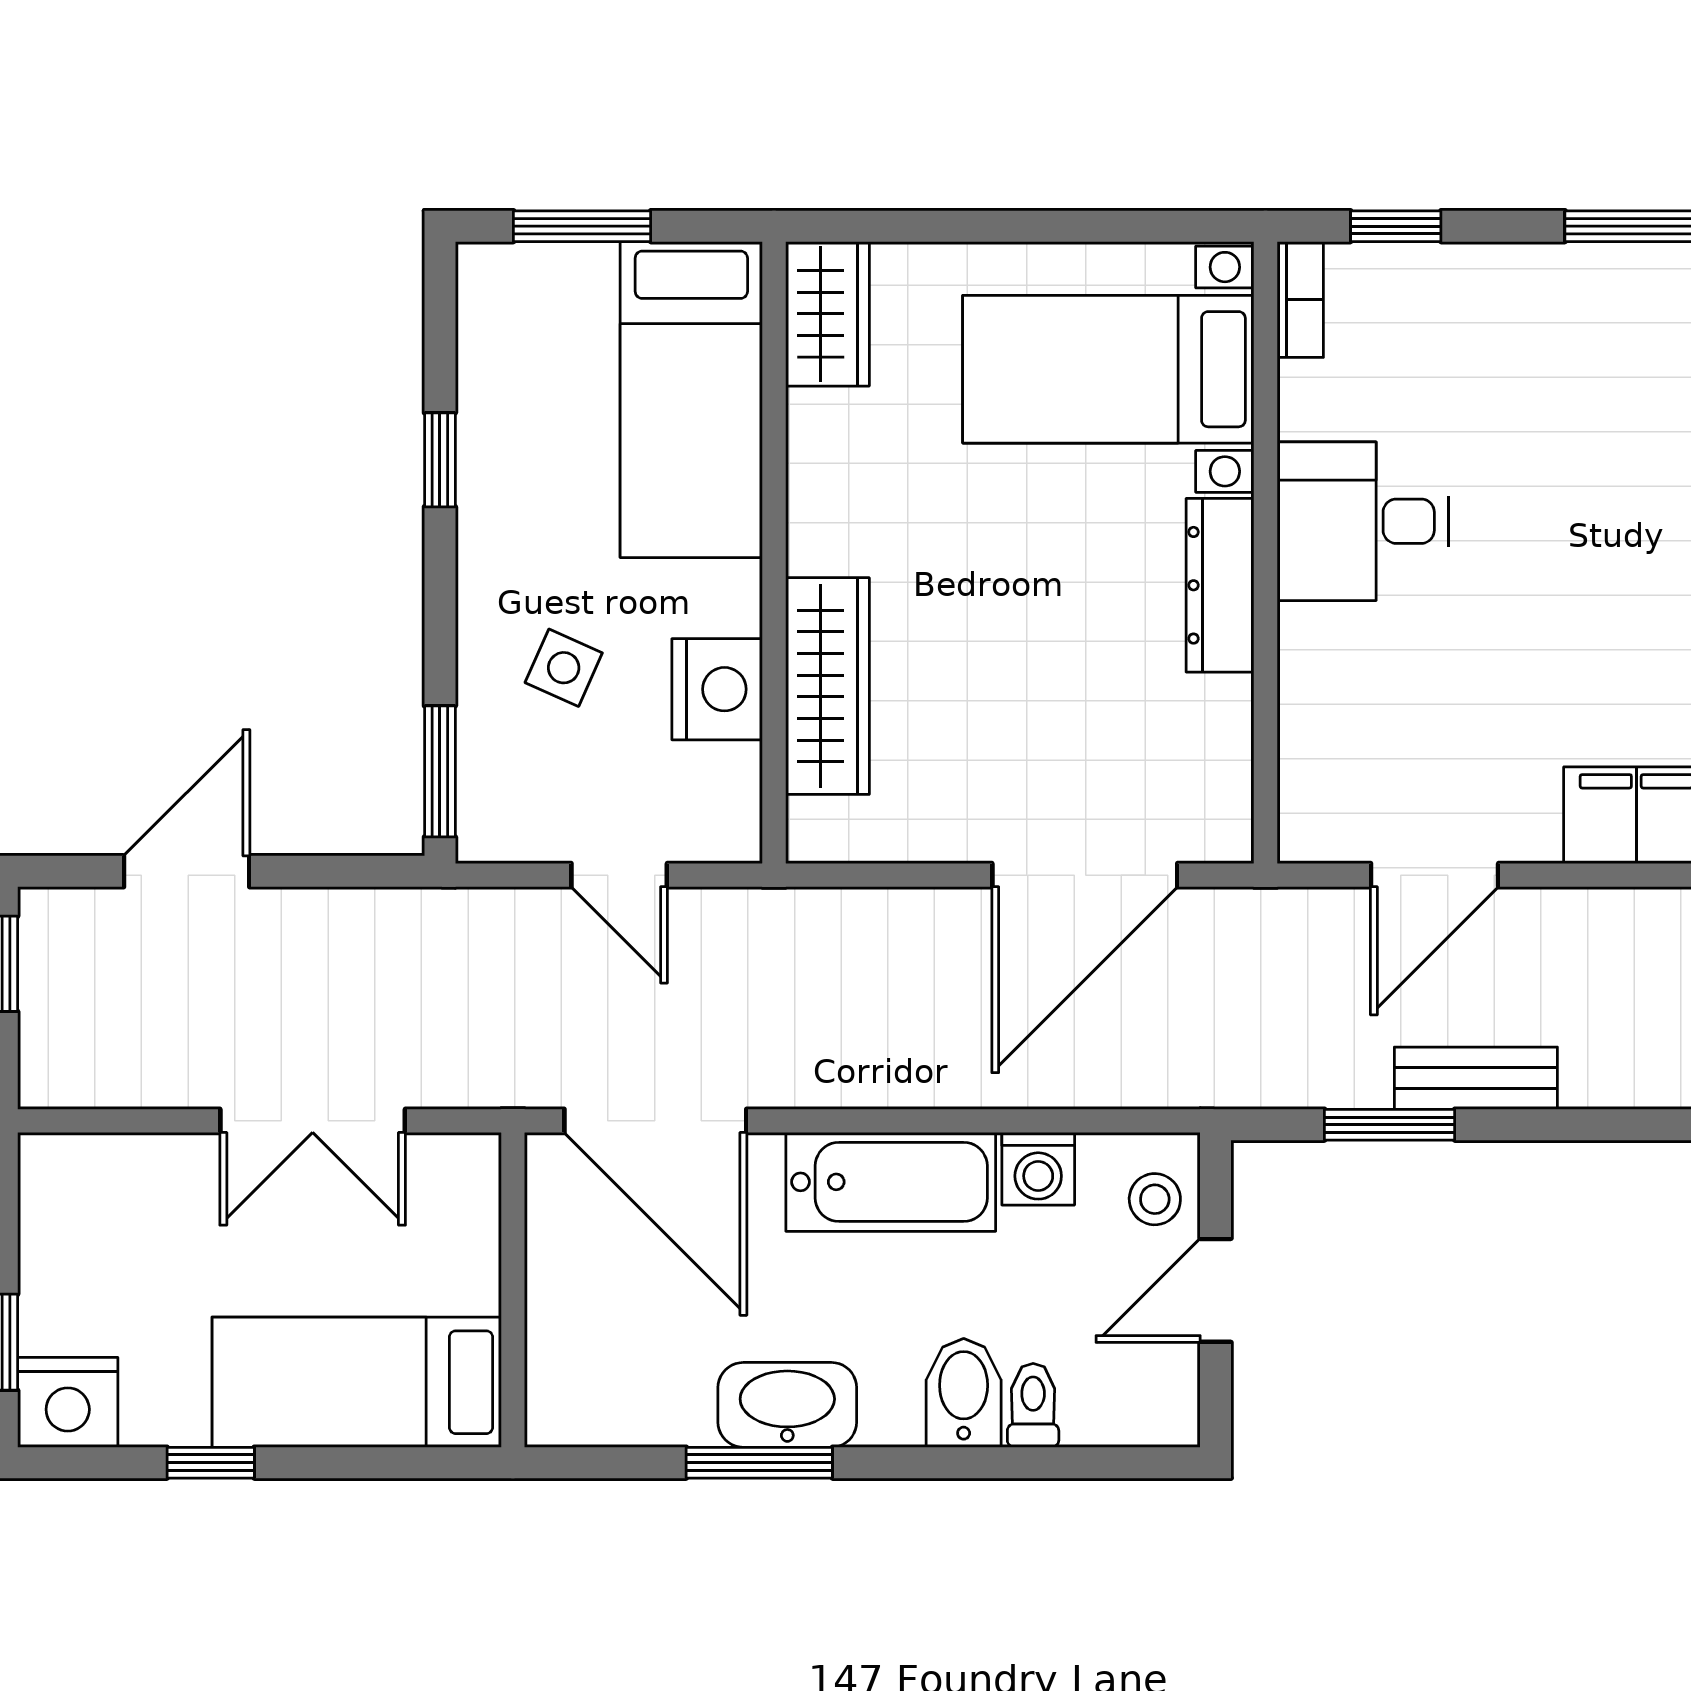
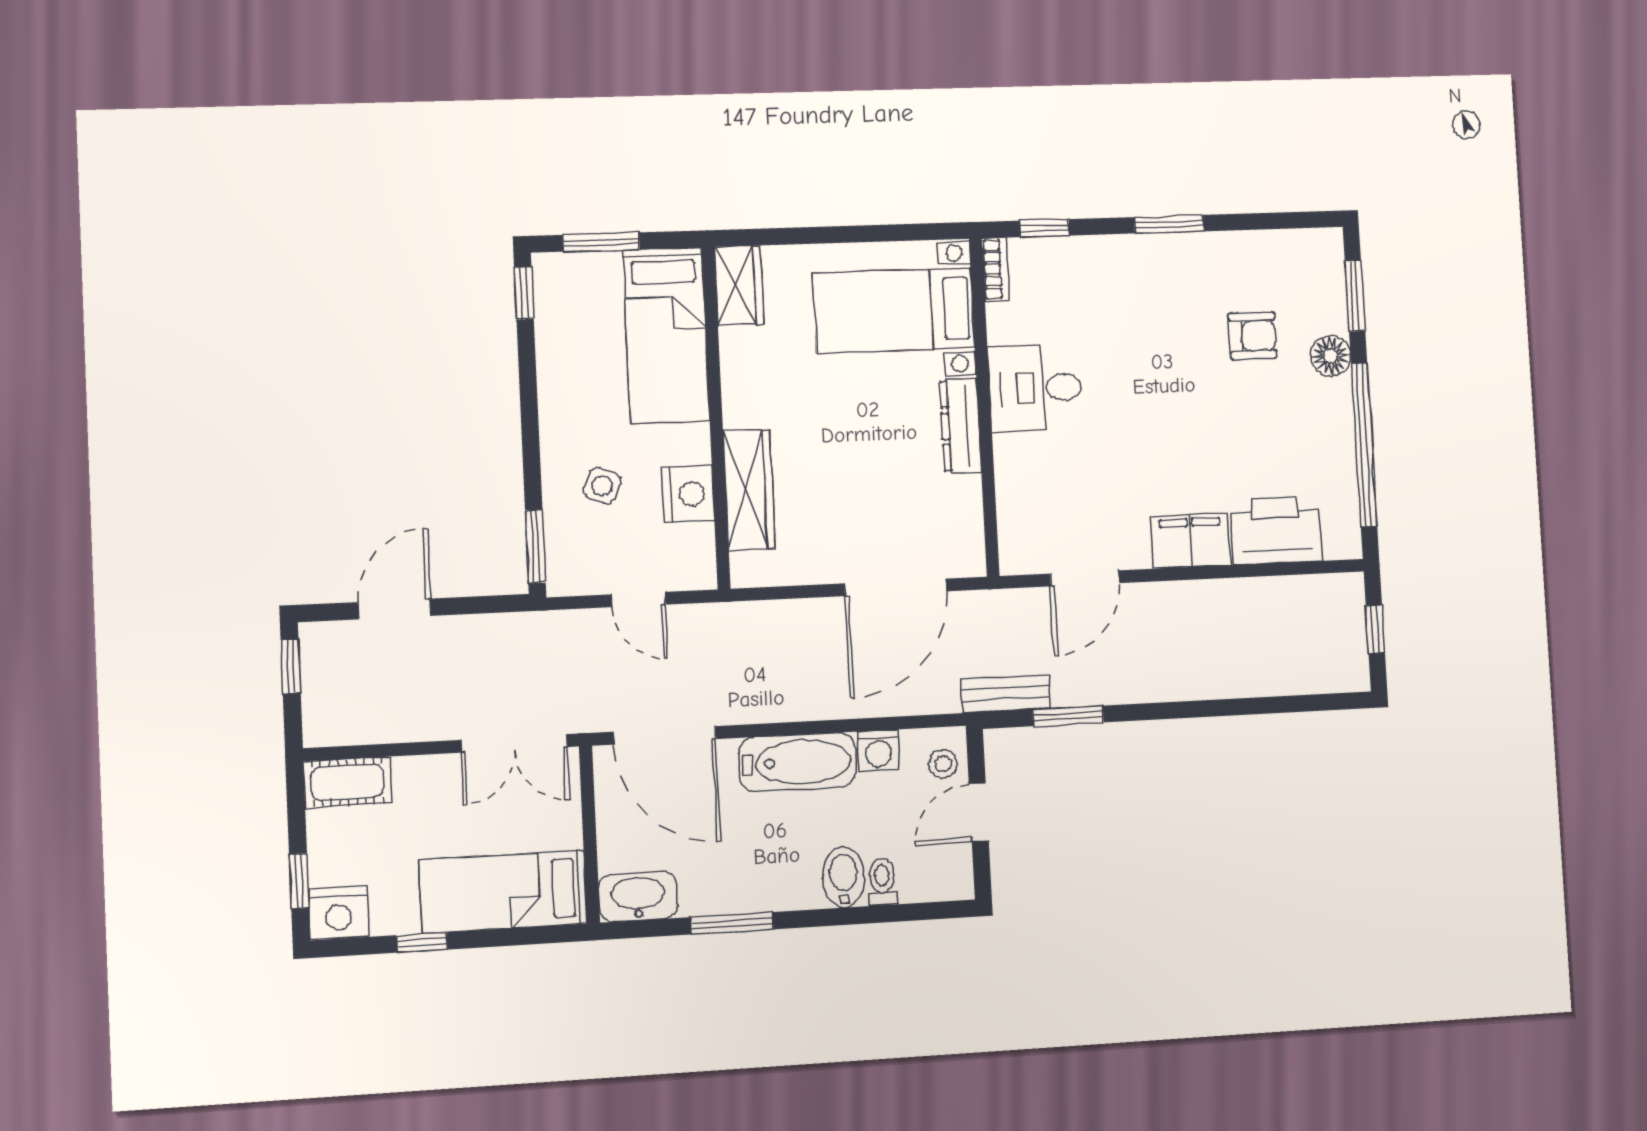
window: (440, 460) -> (524, 293), moved
bench: (1476, 1078) -> (1006, 694), moved
double door: (313, 1121) -> (514, 743), moved
cot: (93, 1173) -> (347, 782), added
washbasin: (787, 1405) -> (638, 896), moved

